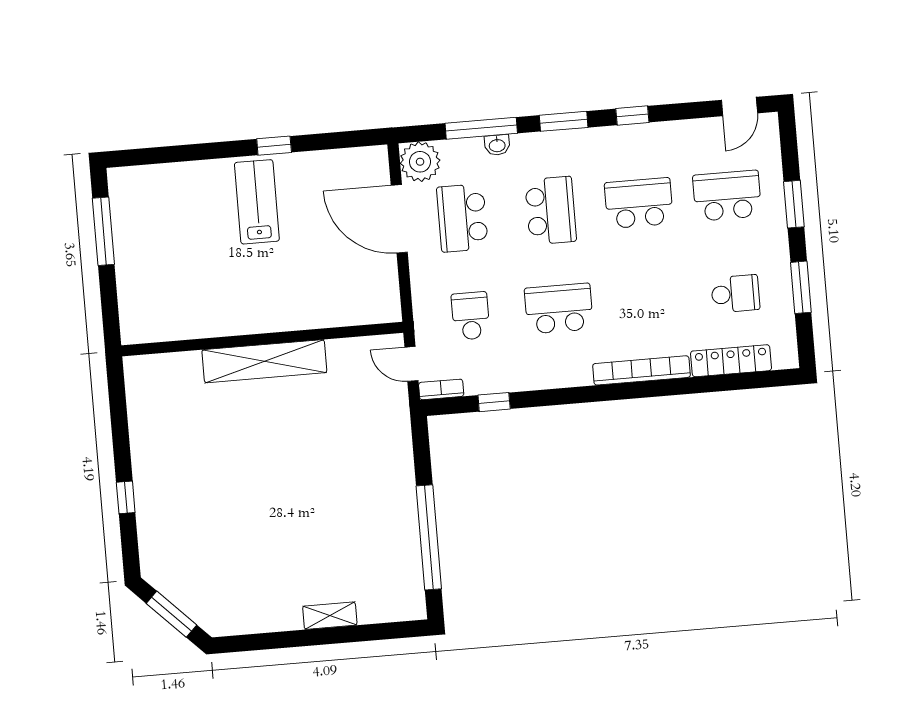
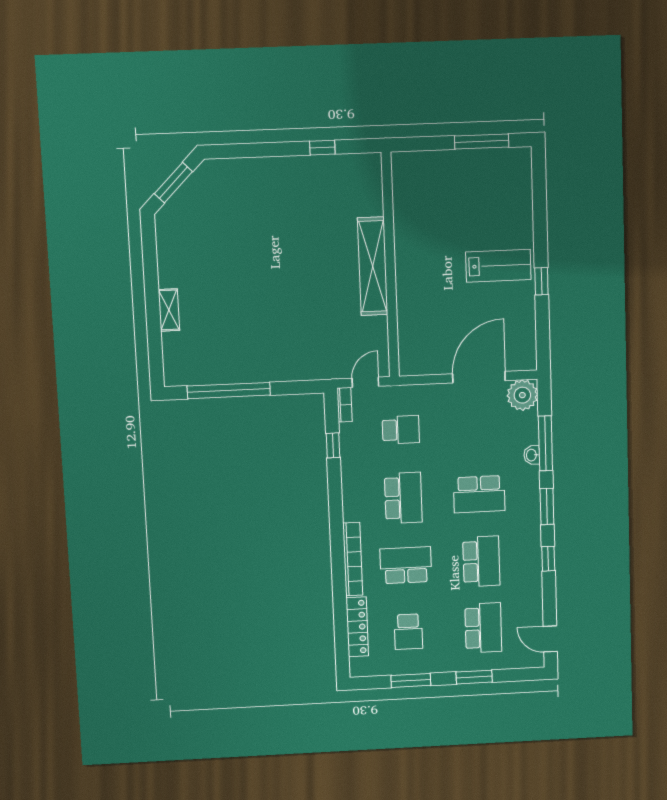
school desk: (462, 218) -> (406, 565), moved
window: (126, 497) -> (322, 148), moved

